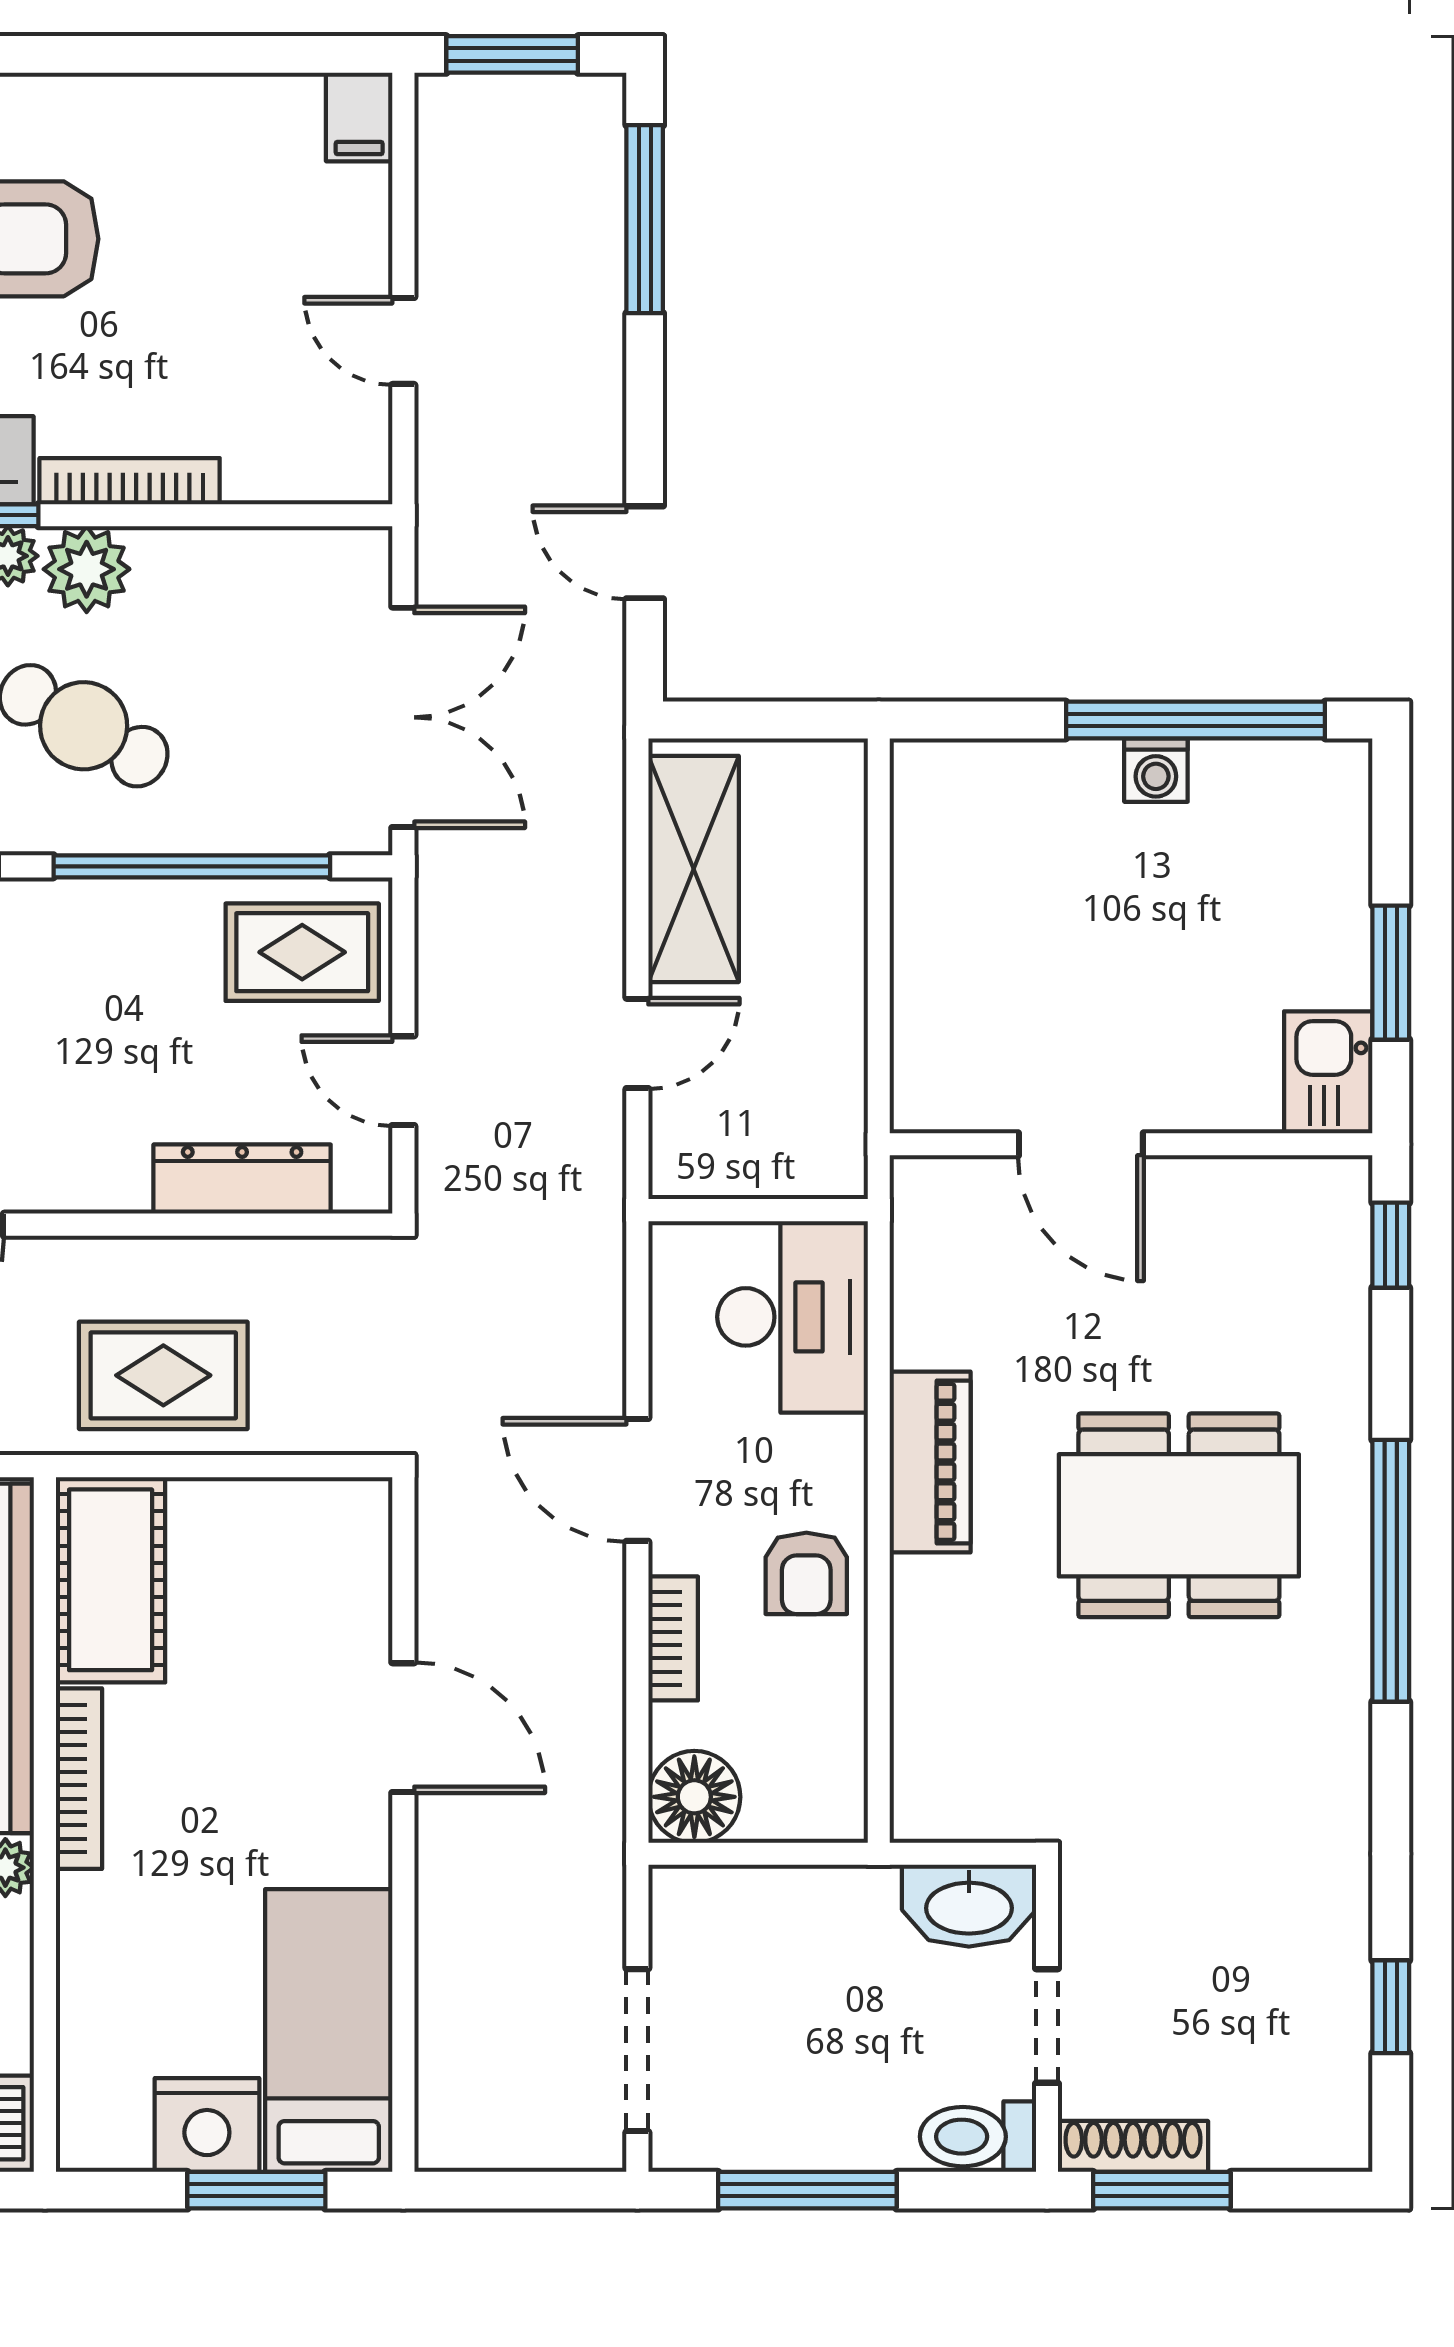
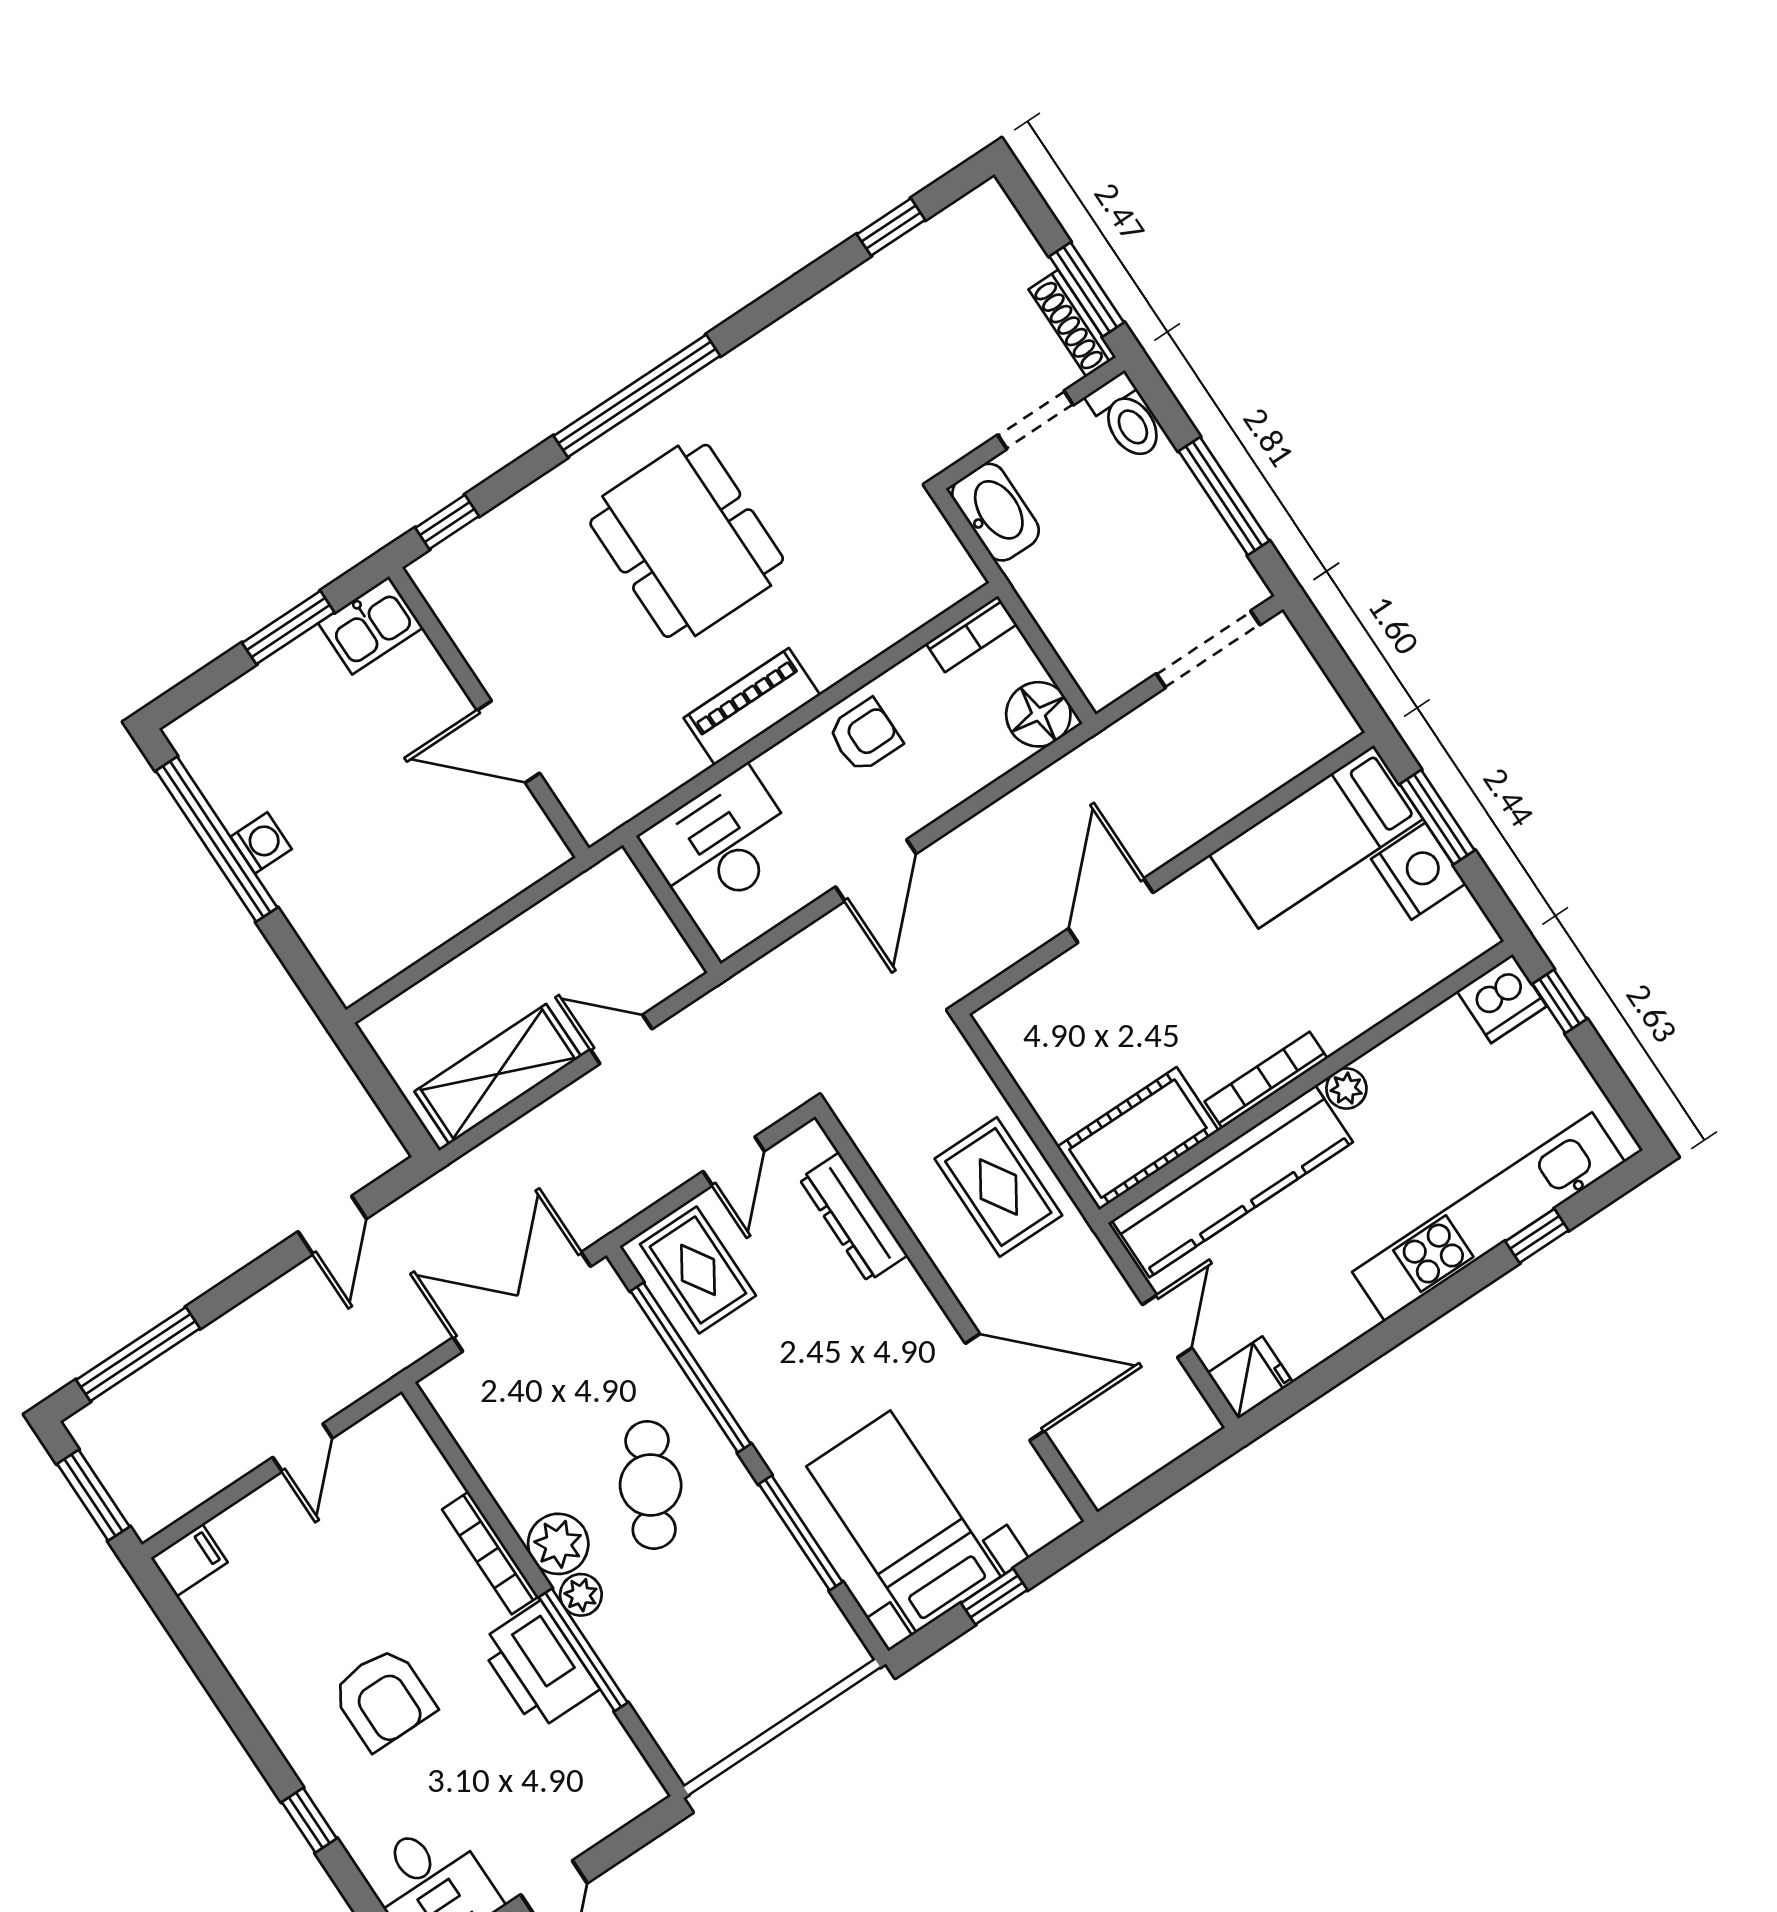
door: (1081, 1144) -> (508, 742), swing flipped
bookcase: (673, 1638) -> (971, 634), moved, turned 180

